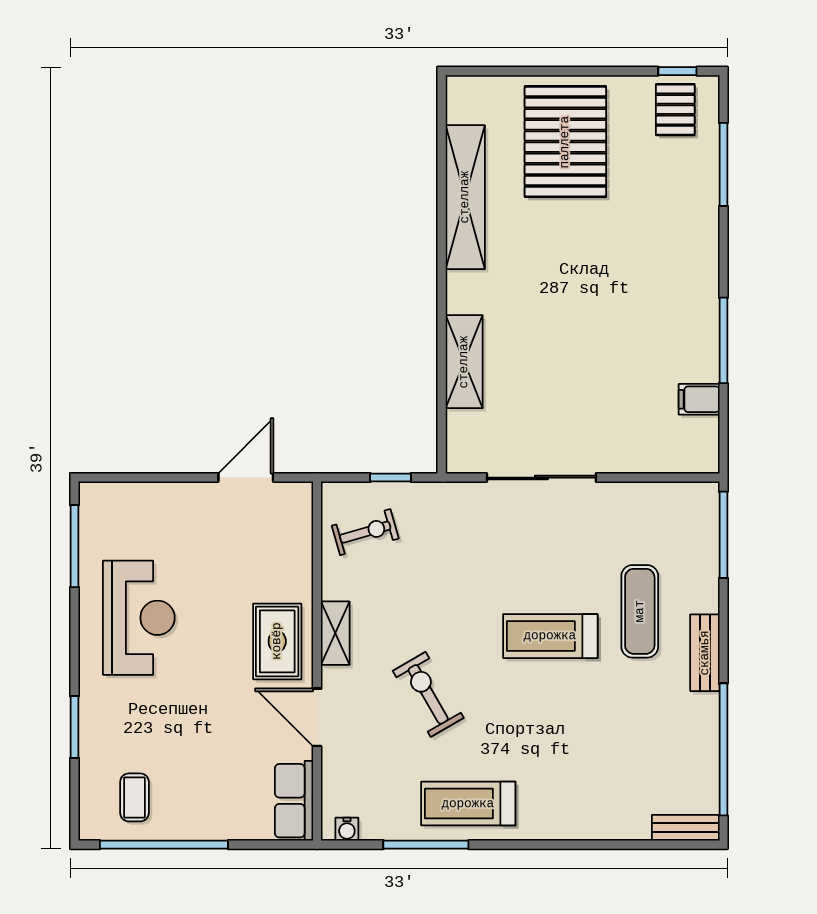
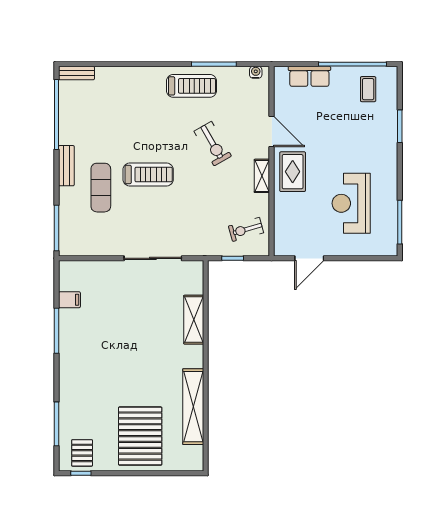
reception desk: (139, 618) -> (351, 203), moved
row of seats: (294, 801) -> (309, 76), moved, turned 90

